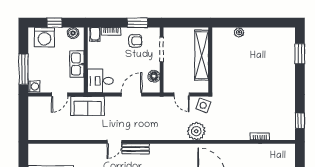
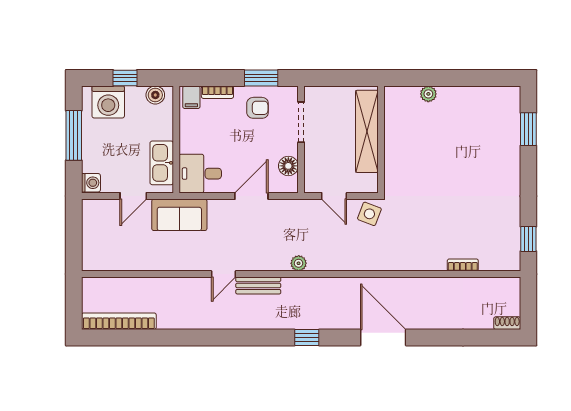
kitchen sink: (77, 64) -> (162, 163), moved
window: (23, 69) -> (74, 135), moved
plant: (196, 131) -> (299, 263), moved, width x0.53, depth x0.53

